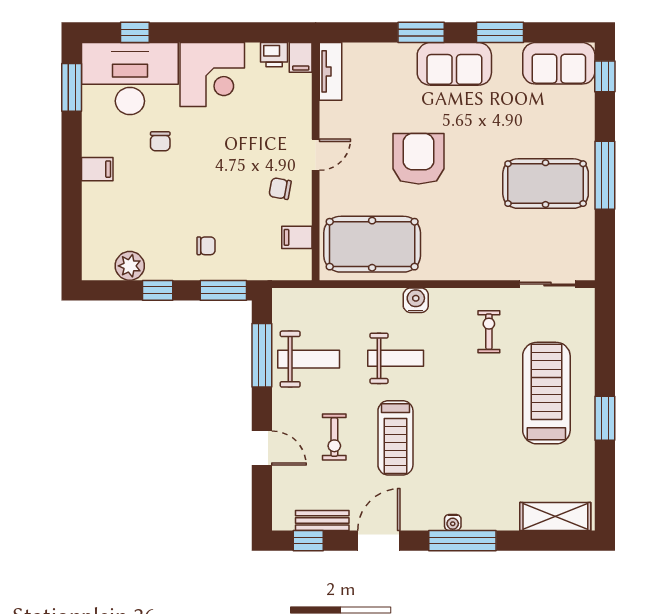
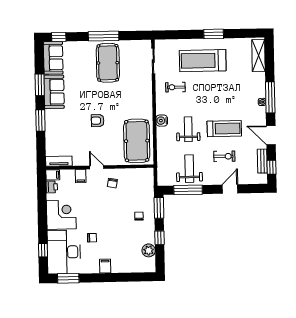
sofa: (454, 64) -> (54, 92), moved
armchair: (419, 159) -> (98, 121), width x0.53, depth x0.53
filing cabinet: (297, 237) -> (81, 176), moved

